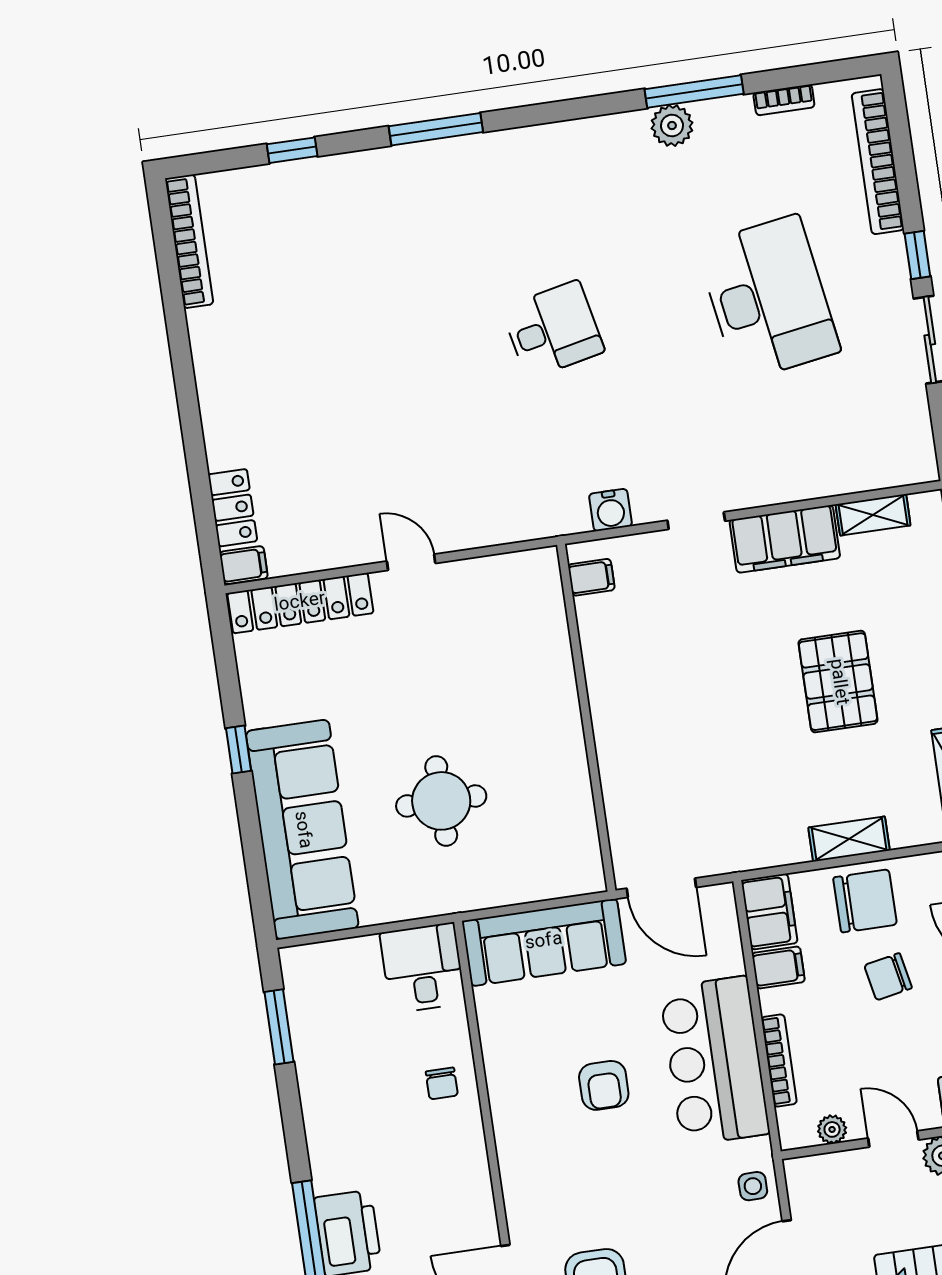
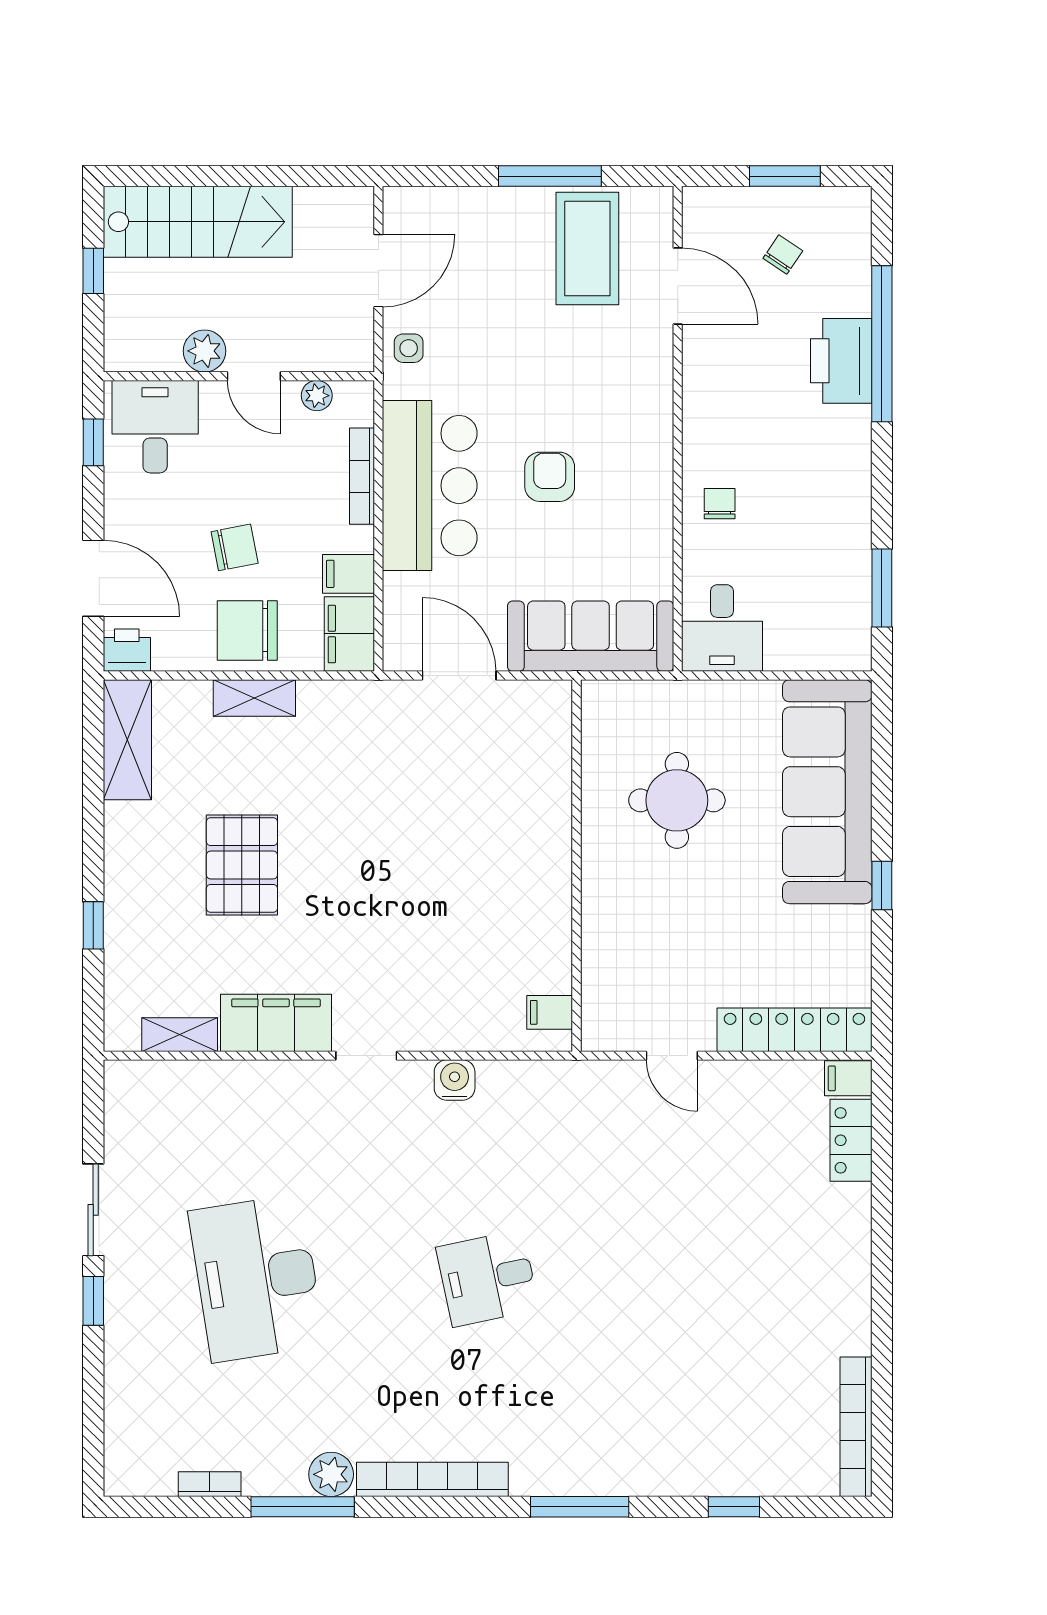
bookcase: (878, 162) -> (432, 1479), moved, turned -90
filing cabinet: (591, 577) -> (550, 1012), moved
wall: (586, 718) -> (577, 866), moved

